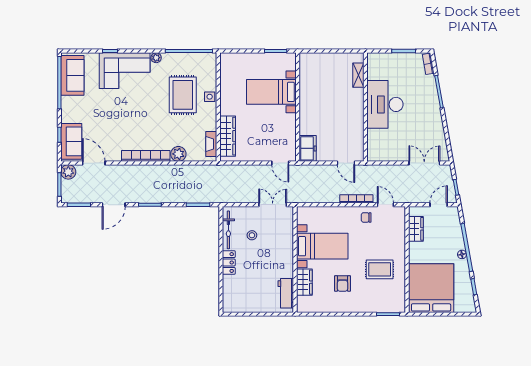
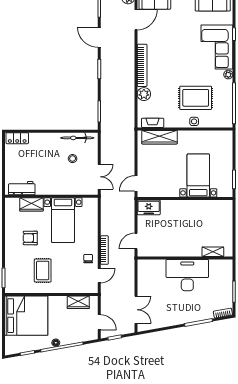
locker: (229, 263) -> (17, 138), moved

